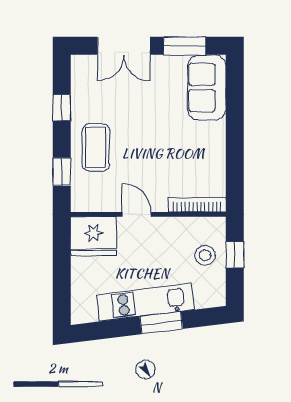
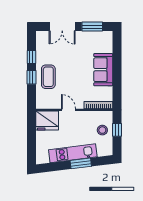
sofa: (207, 88) -> (103, 70), moved
window: (62, 172) -> (31, 77), moved

